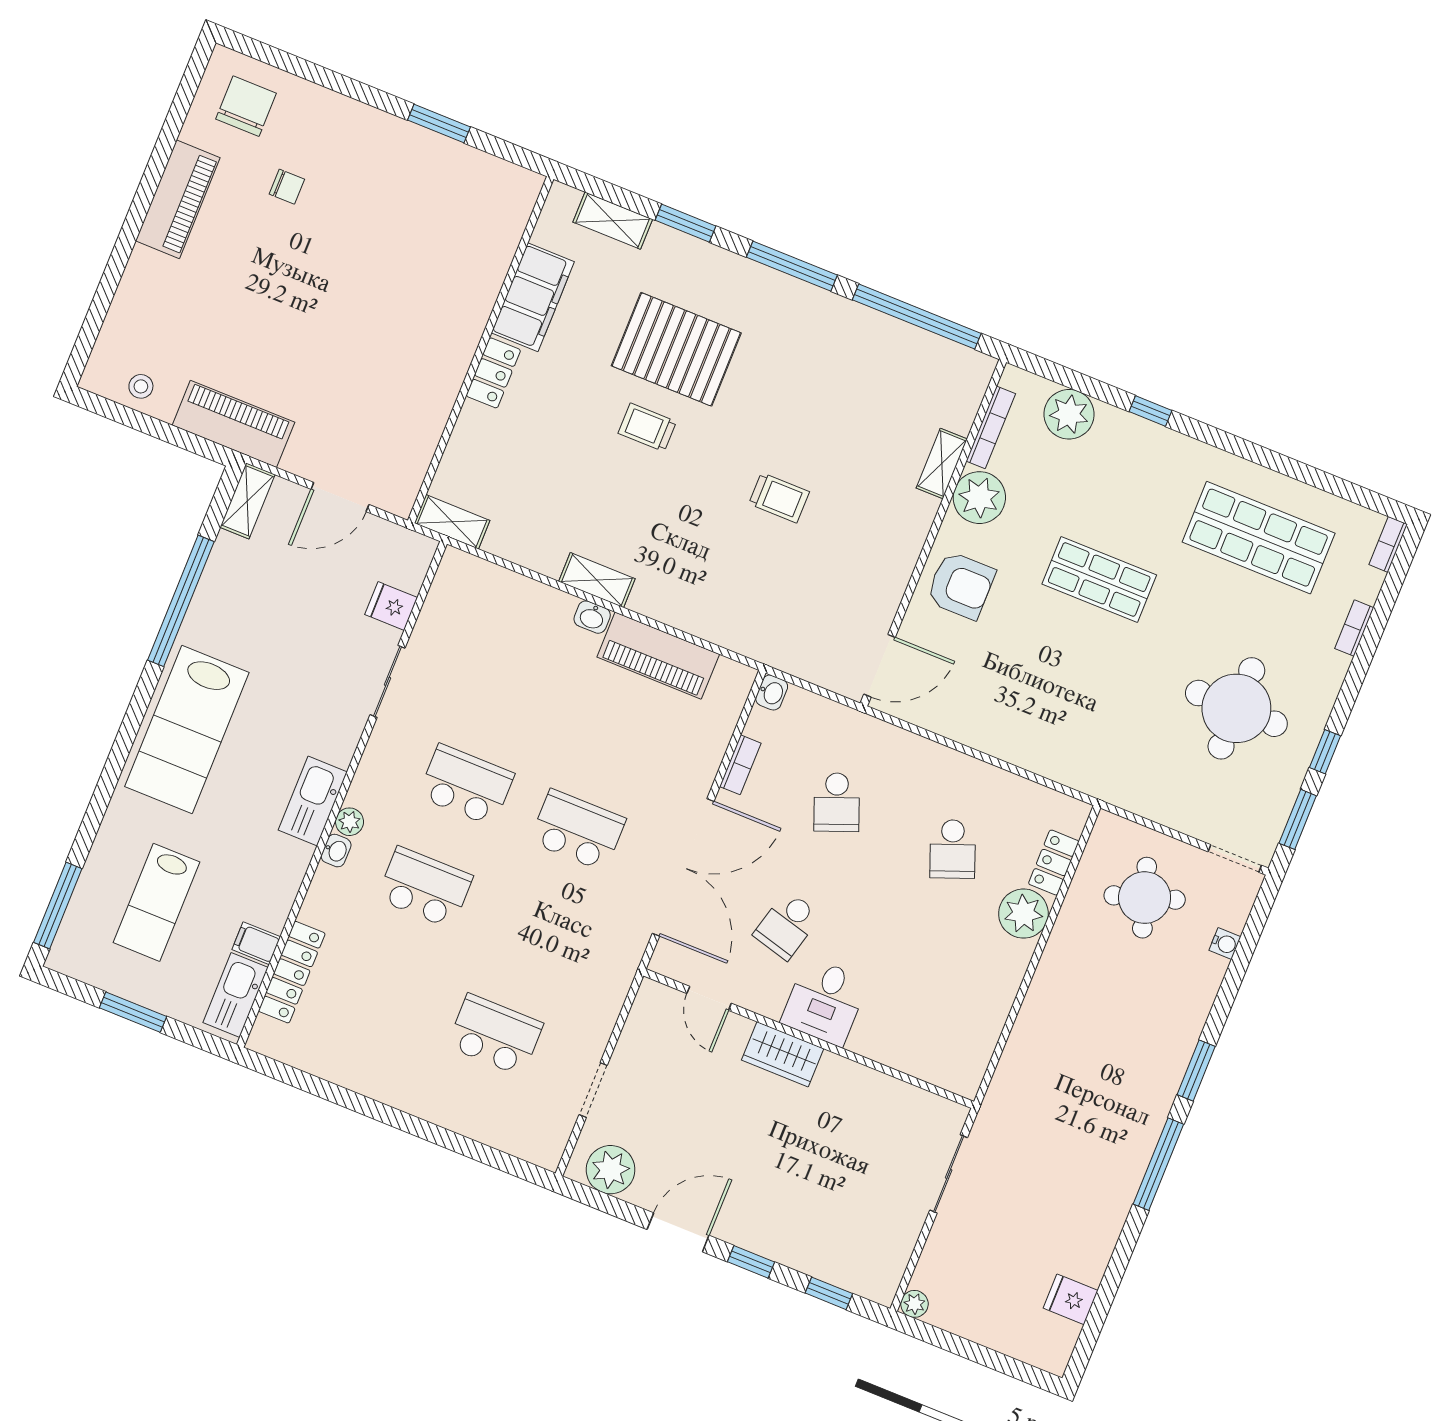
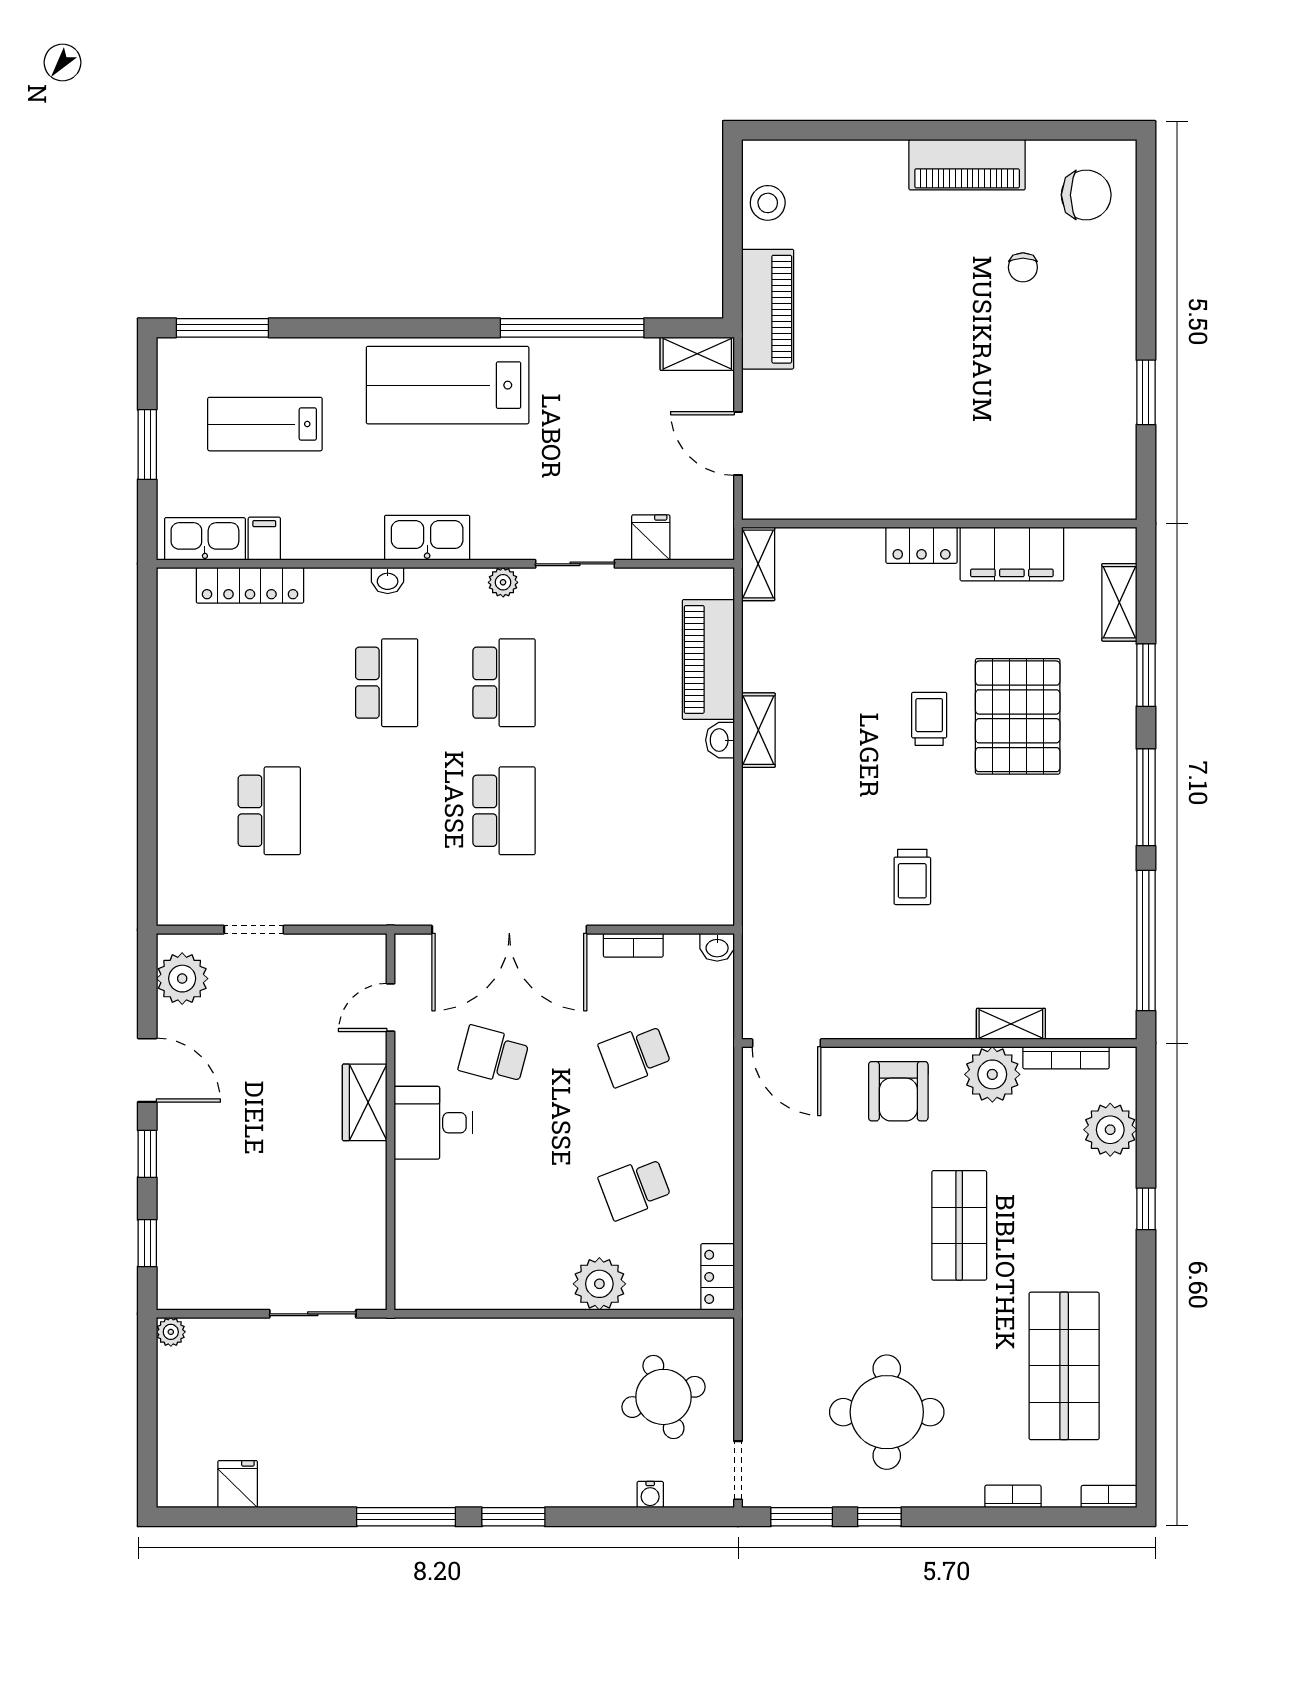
stool: (141, 386) -> (768, 203), width x1.37, depth x1.37
piano: (658, 656) -> (708, 659), moved
plant: (349, 822) -> (503, 582), moved
locker: (1054, 863) -> (718, 1277), moved, turned -90

